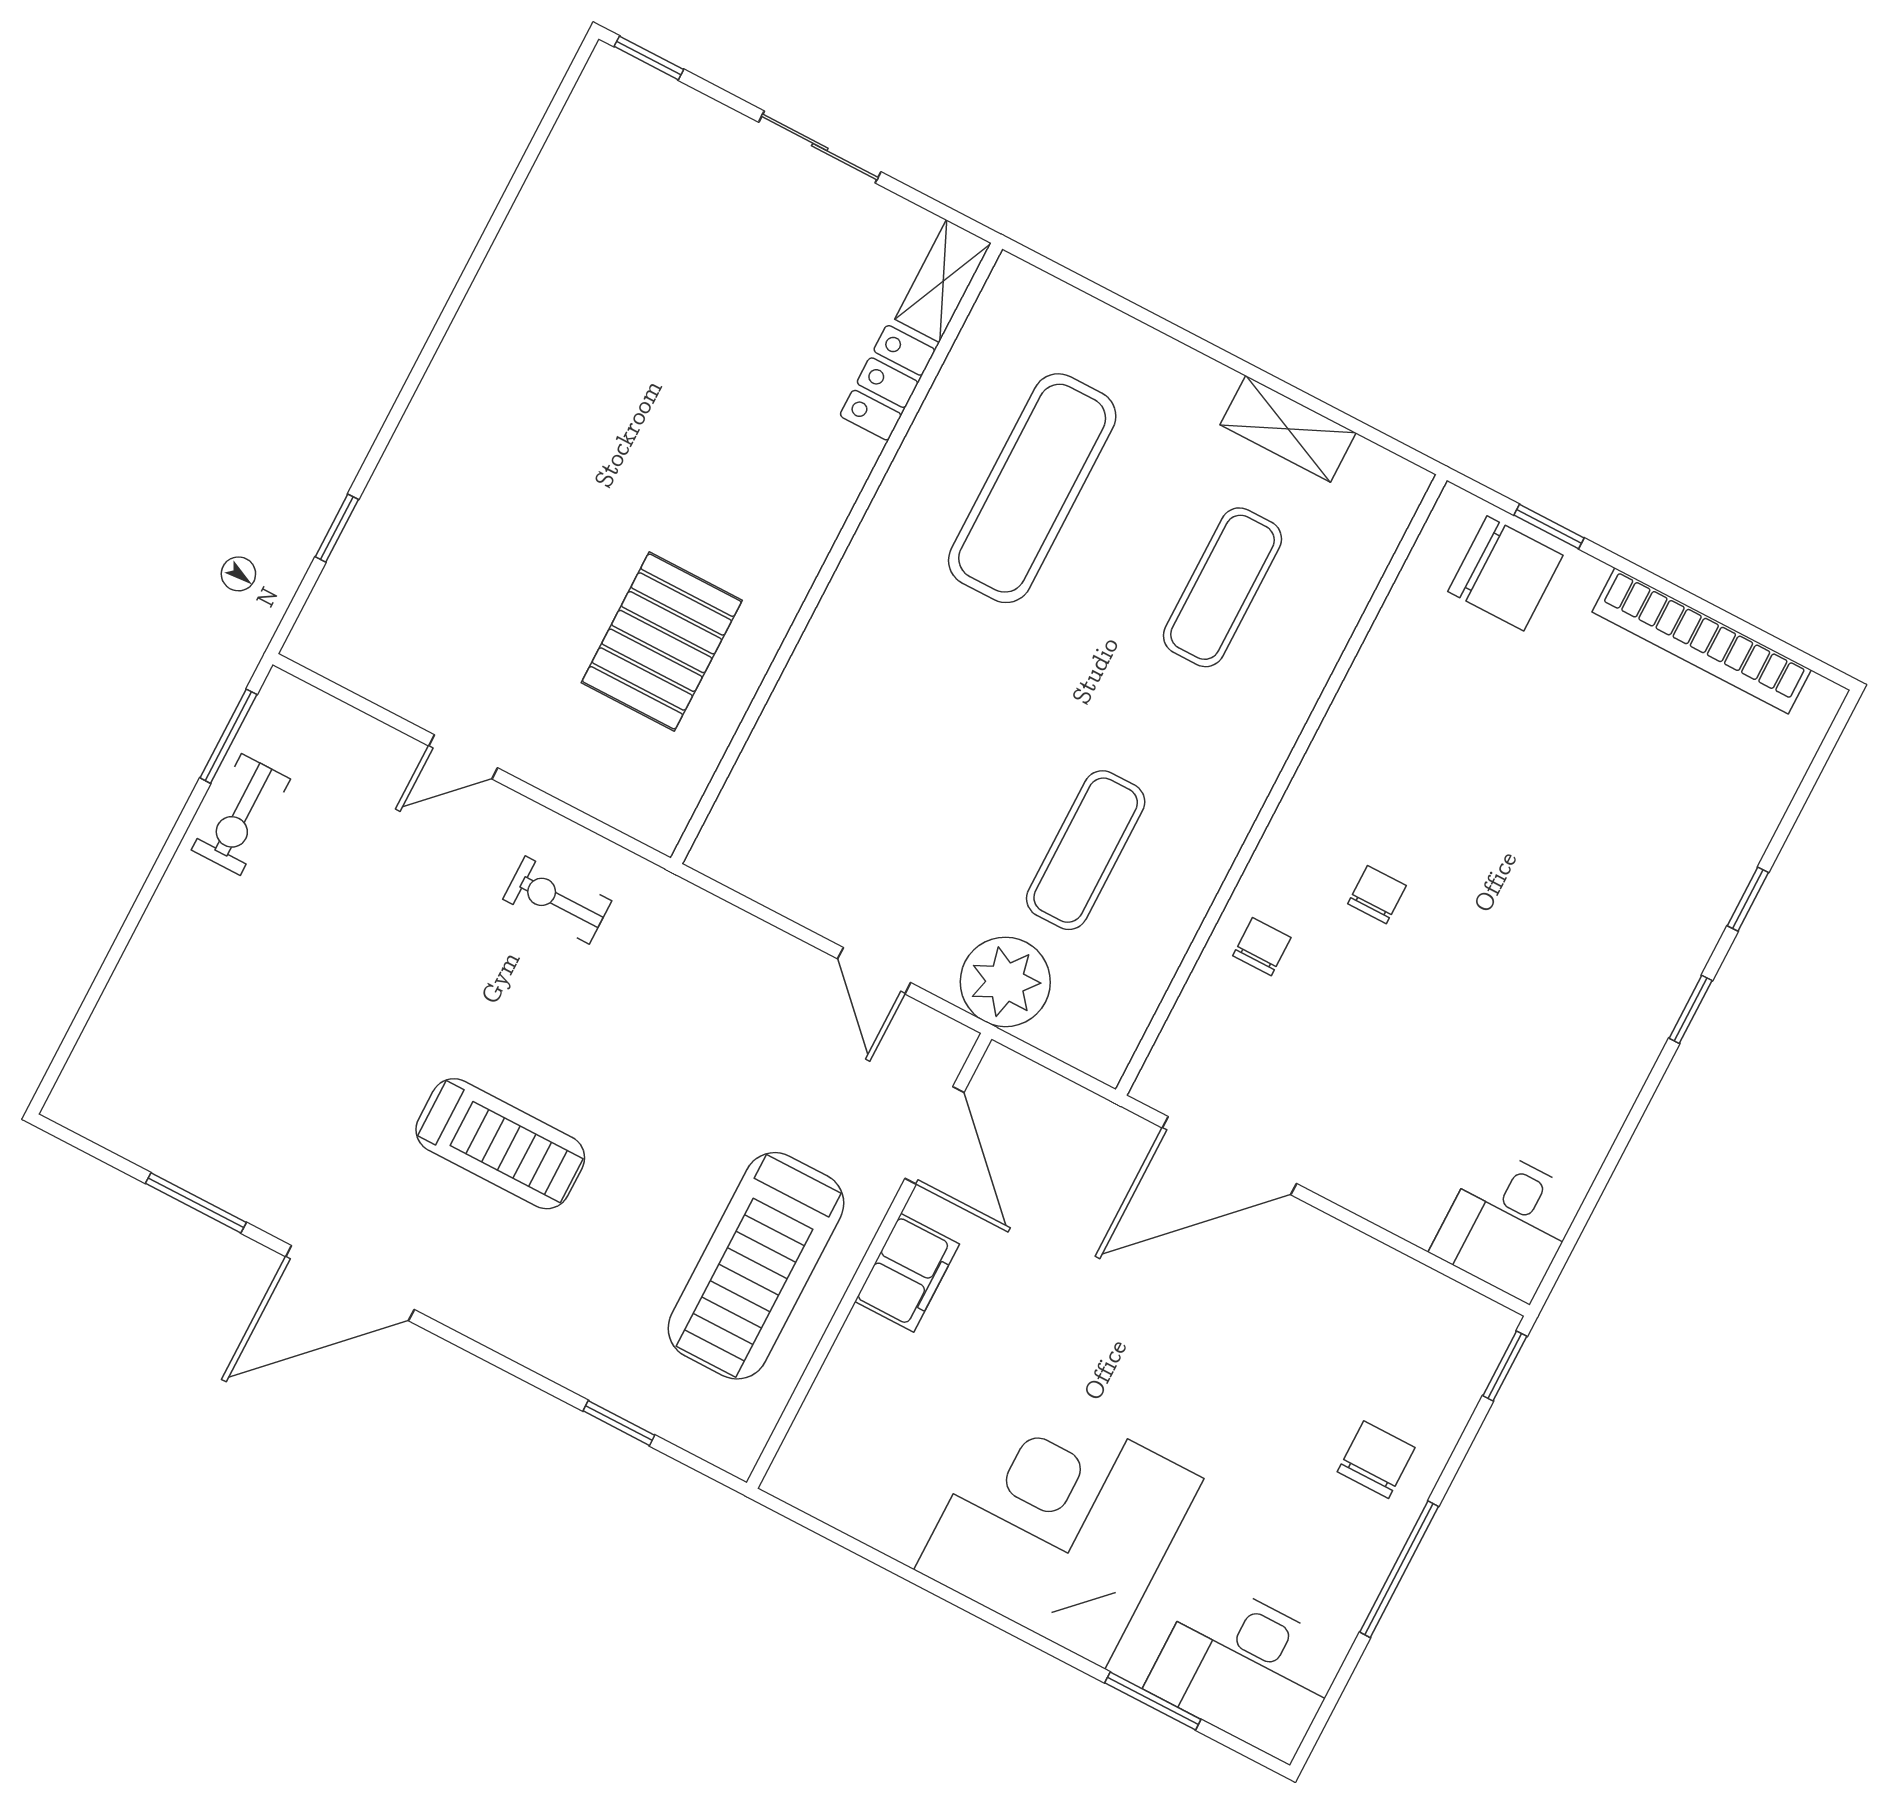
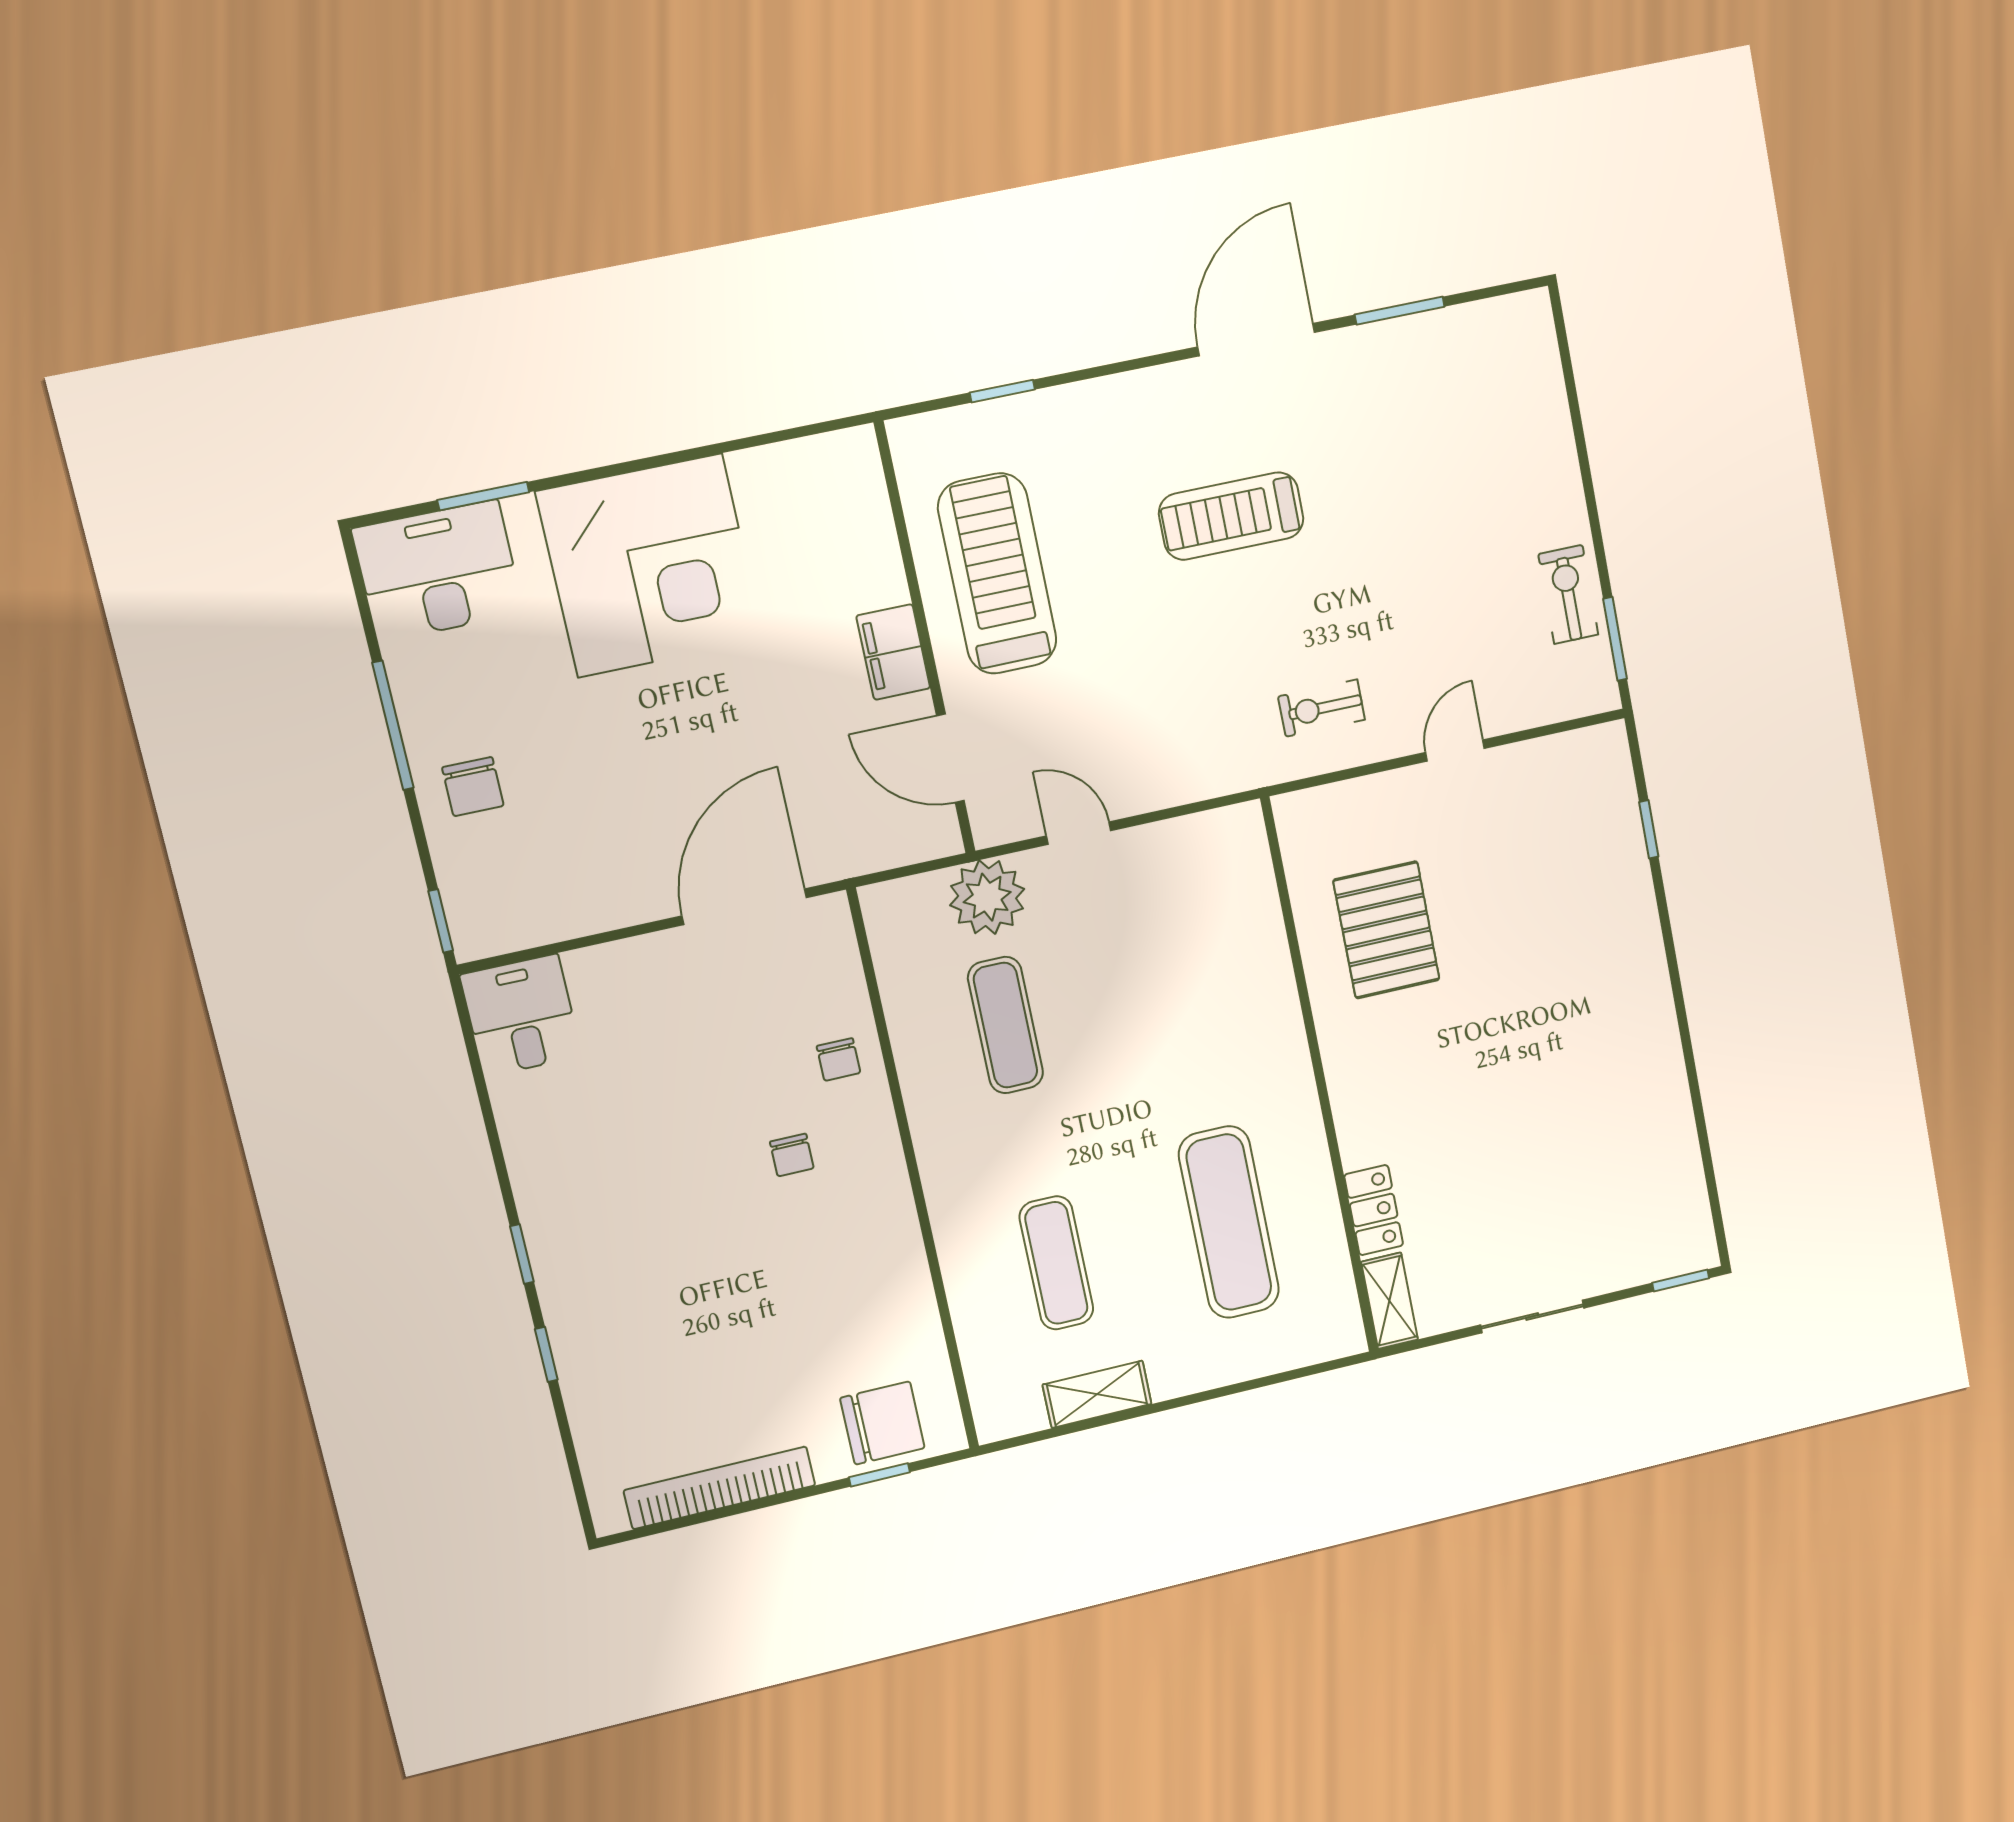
chair: (1505, 573) -> (882, 1423), turned 180
exercise bike: (557, 900) -> (1321, 708), turned 180

